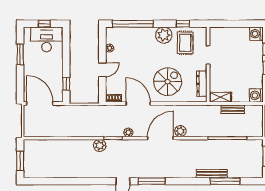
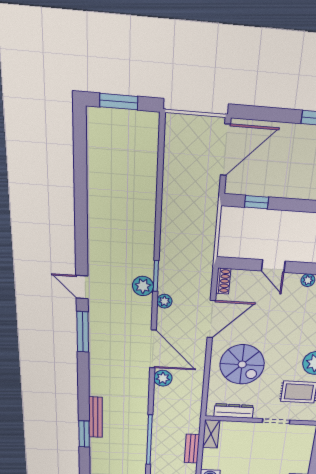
plant: (100, 146) -> (143, 286), moved
window: (225, 181) -> (84, 434), width x0.69

